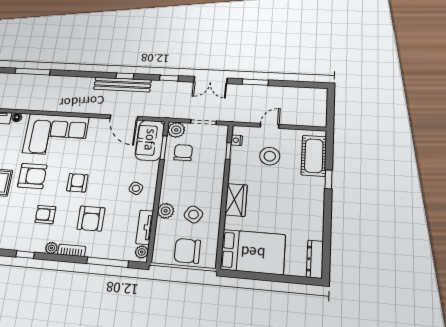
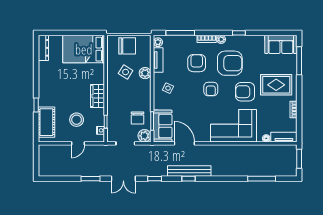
double door: (210, 80) -> (123, 179), swing flipped
wardrobe: (236, 200) -> (97, 96), moved
armchair: (45, 215) -> (230, 63), width x1.88, depth x1.88

